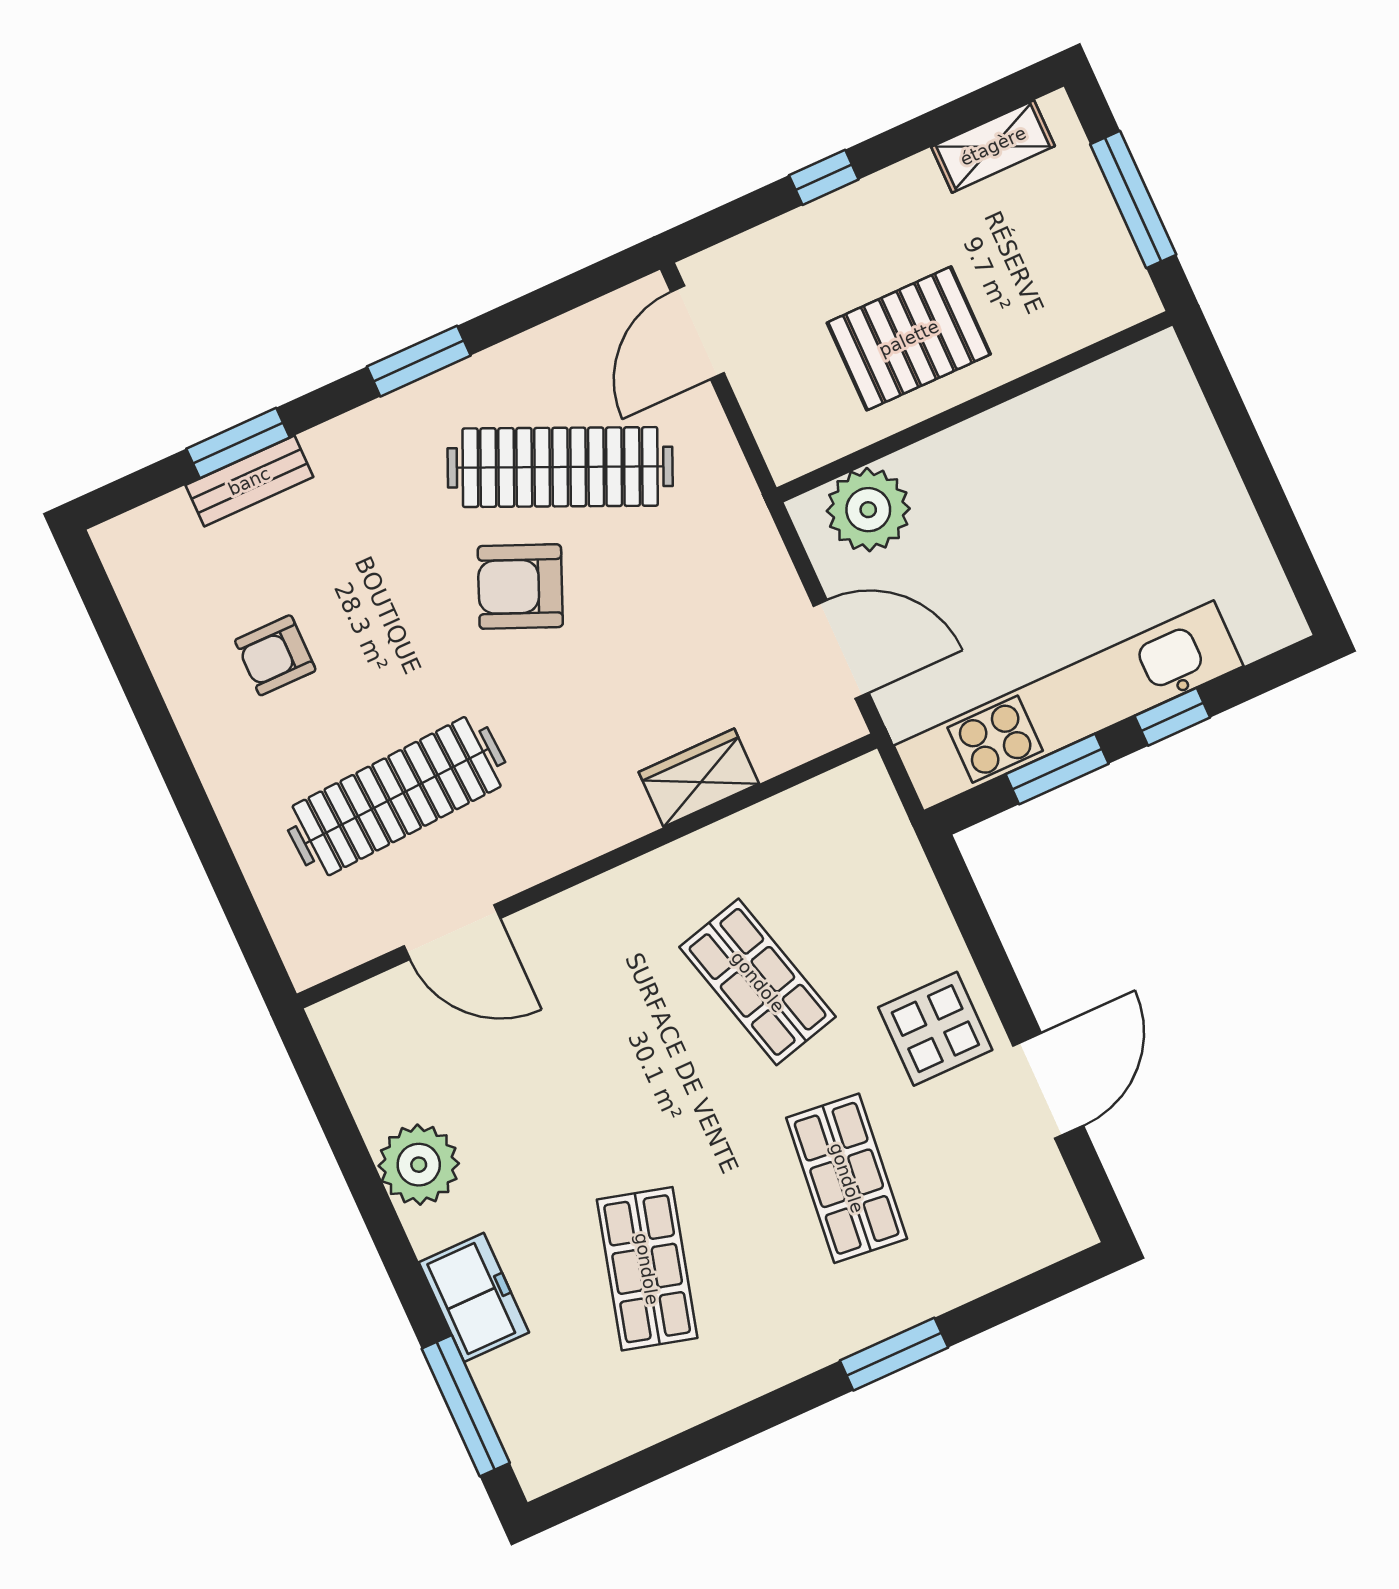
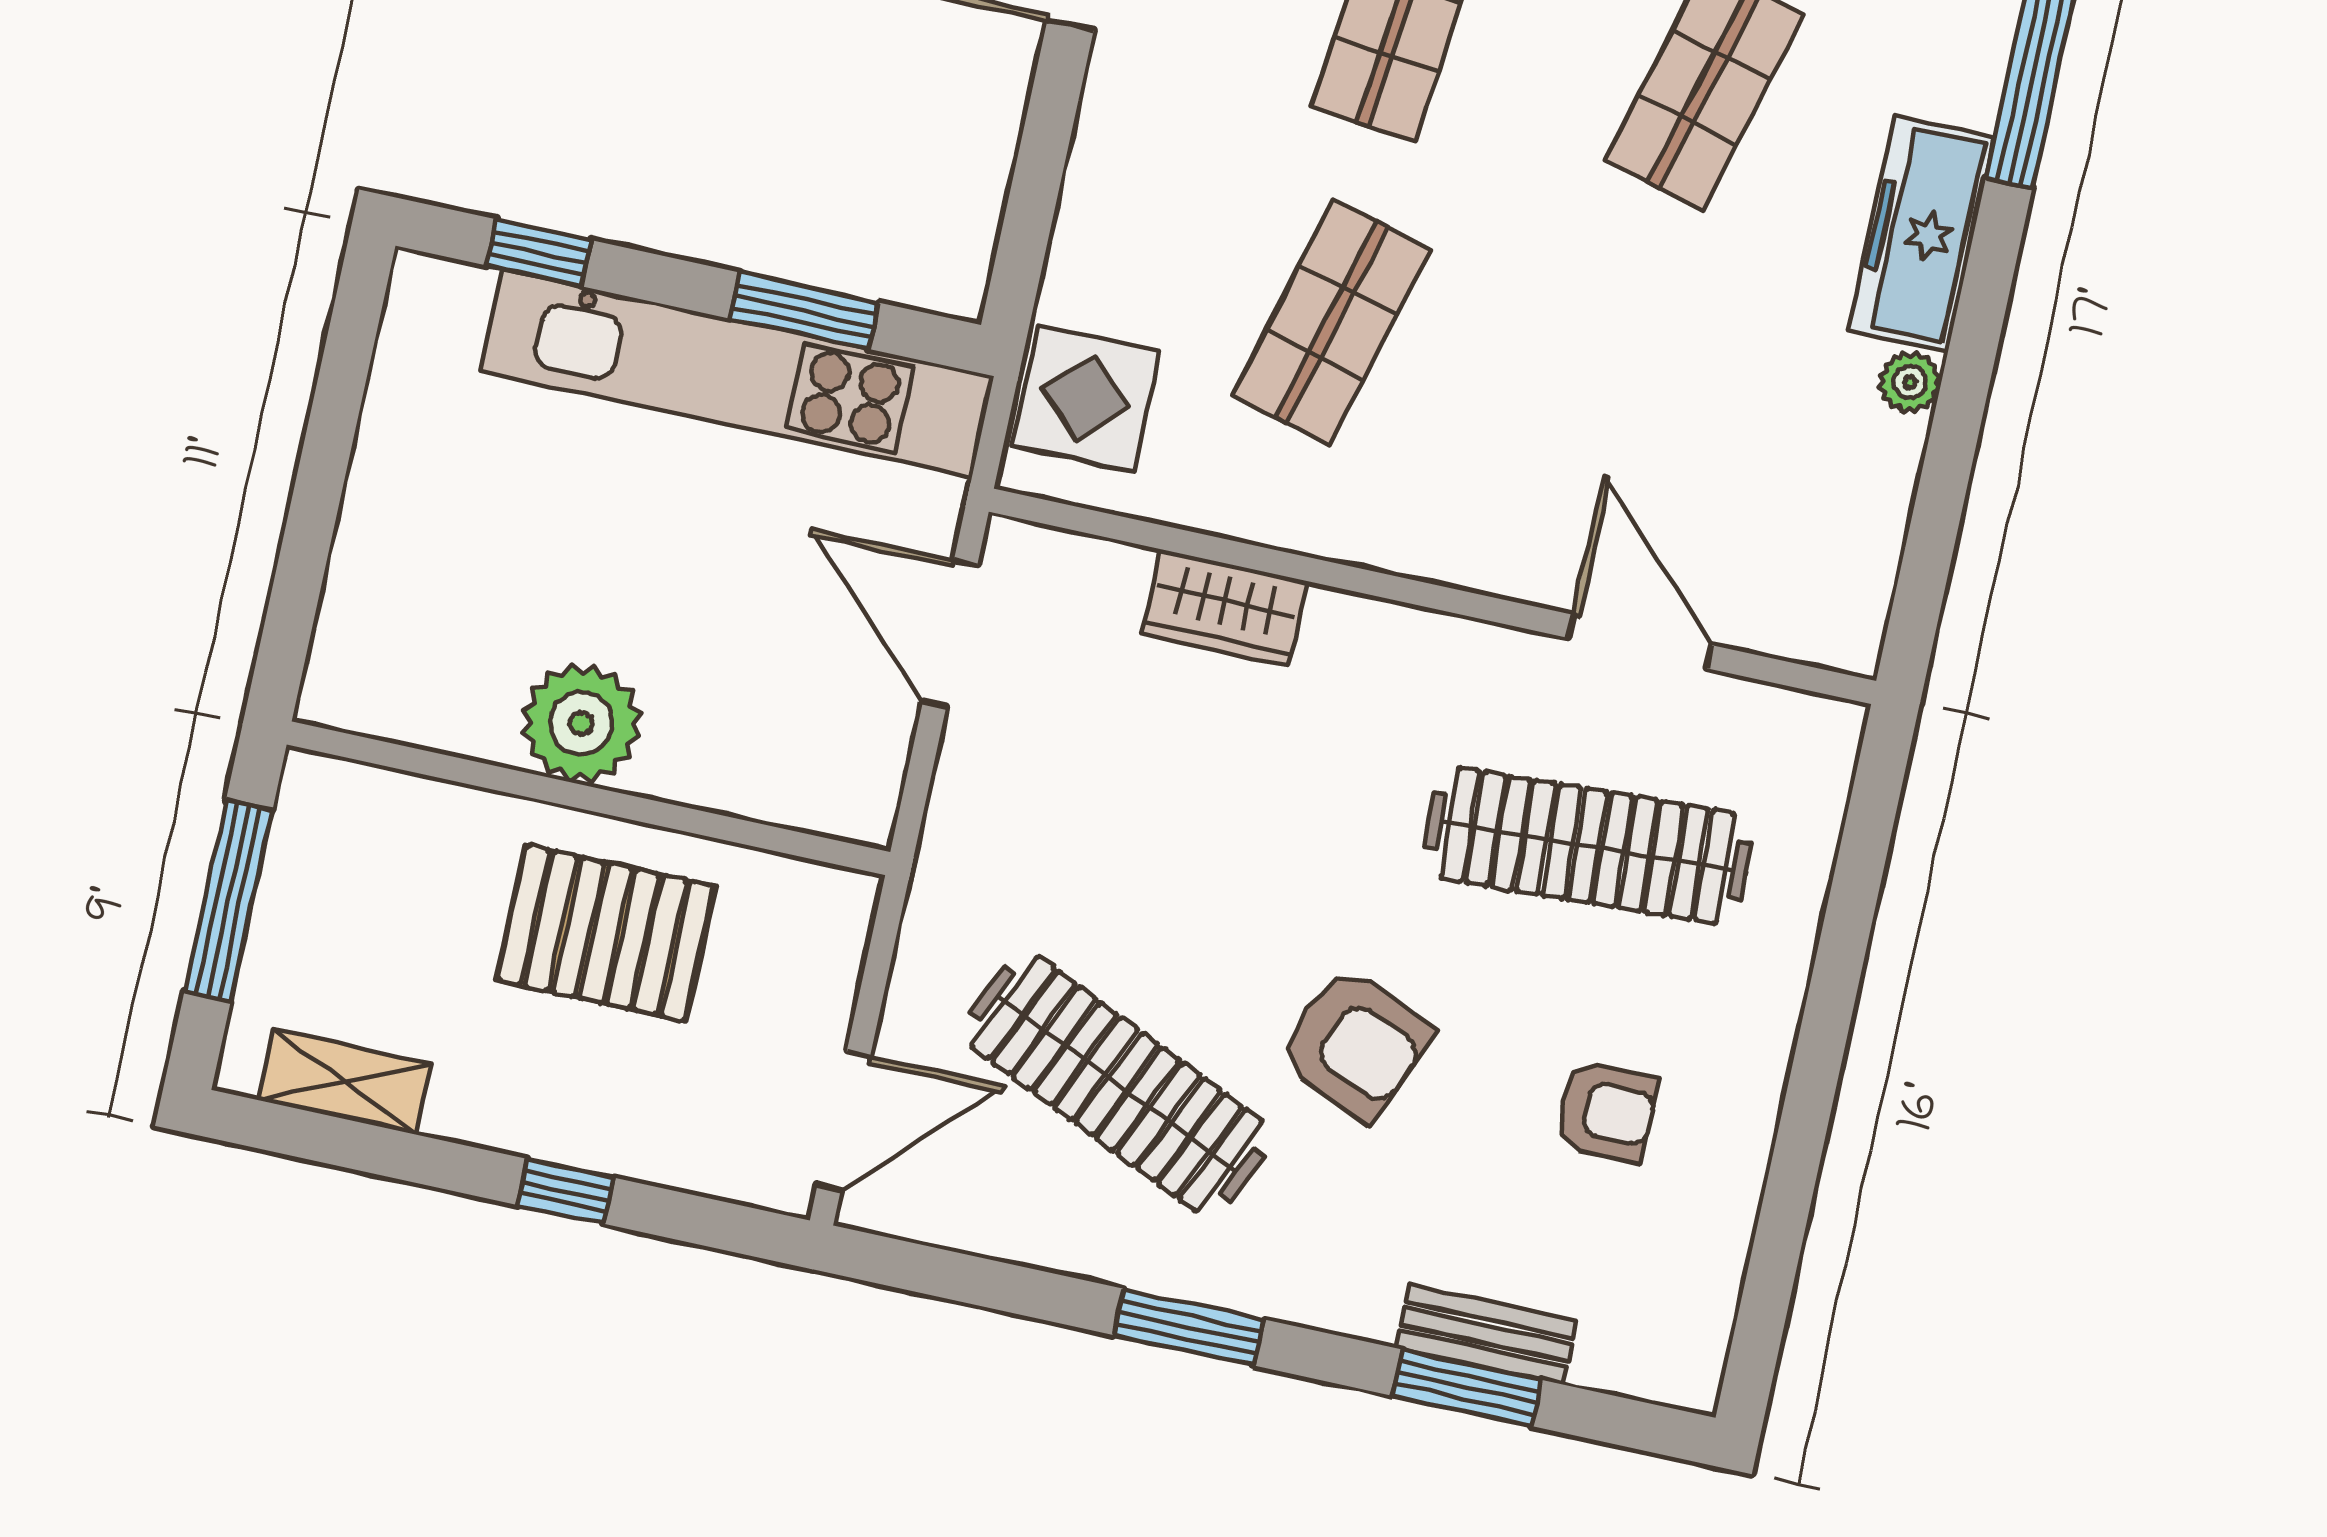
plant: (868, 510) -> (581, 723), moved
armchair: (520, 587) -> (1355, 1044), moved
window: (1172, 717) -> (539, 253), moved
shop shelf: (758, 982) -> (1331, 323), turned 30
display table: (935, 1029) -> (1086, 398), moved
plant: (419, 1165) -> (1910, 382), width x0.53, depth x0.53
freezer: (474, 1297) -> (1921, 234), width x1.40

